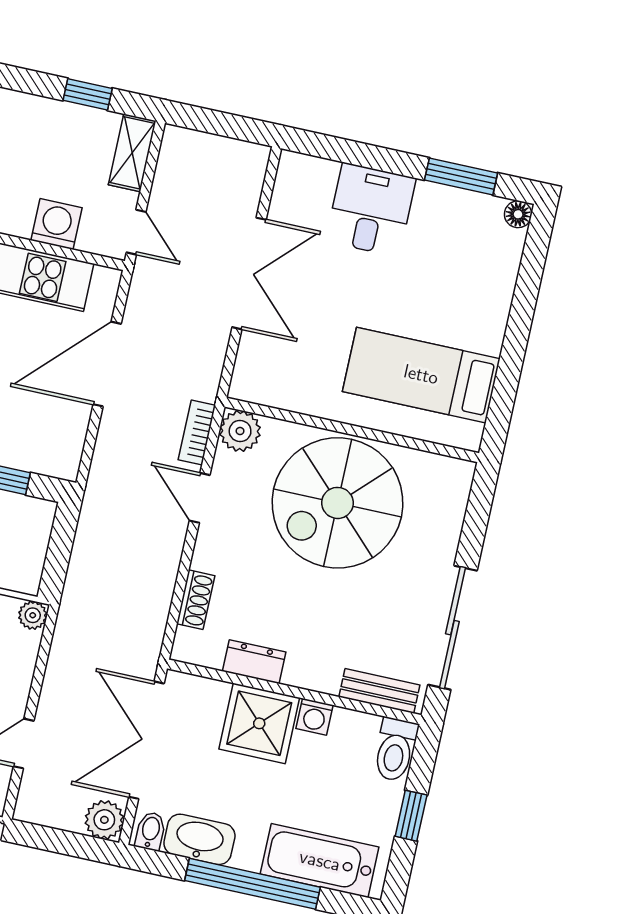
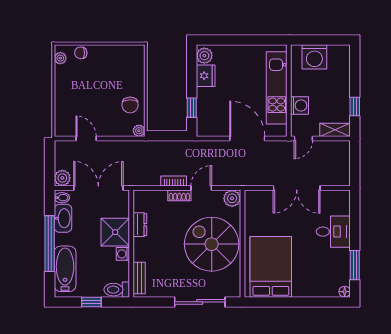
bed: (421, 375) -> (271, 267), width x1.50
bookcase: (197, 433) -> (174, 181), moved
shoe rack: (196, 600) -> (179, 195), moved
sliding door: (452, 628) -> (200, 302), moved

